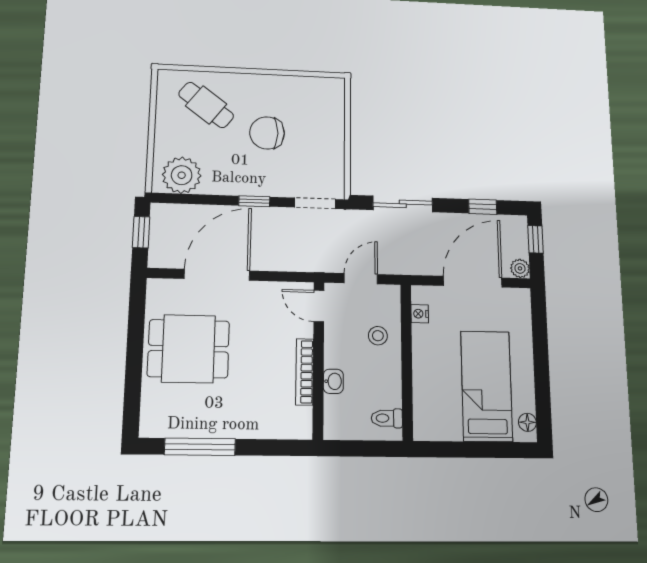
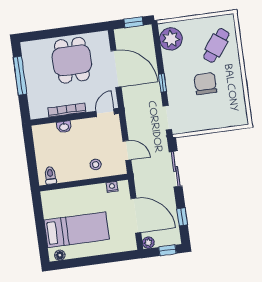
door: (319, 306) -> (105, 113), moved
wall: (318, 360) -> (75, 117), moved
bookcase: (305, 372) -> (67, 110), moved
washbasin: (333, 381) -> (64, 127), moved

